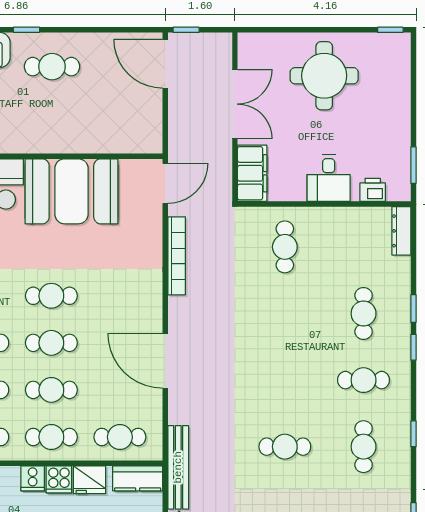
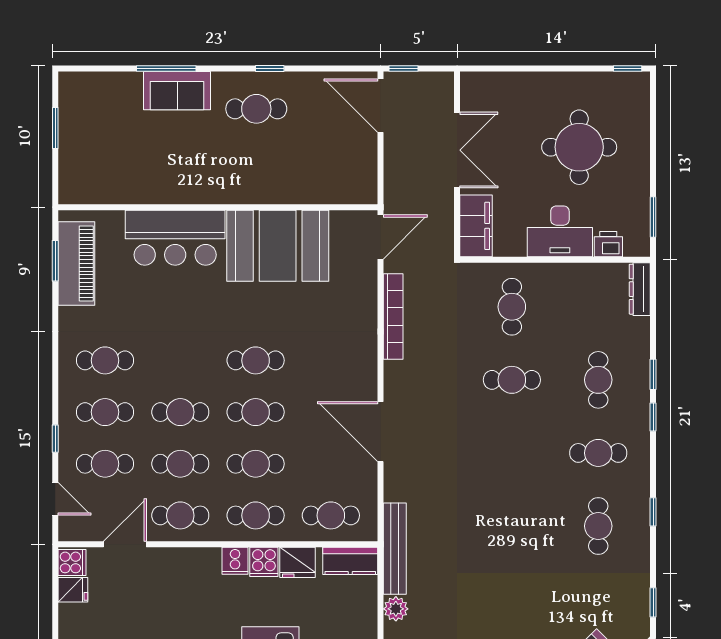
window: (27, 30) -> (270, 69), moved
round table: (324, 76) -> (579, 147), moved
desk: (329, 178) -> (560, 231), width x1.37
cafe table: (285, 447) -> (512, 380), moved

